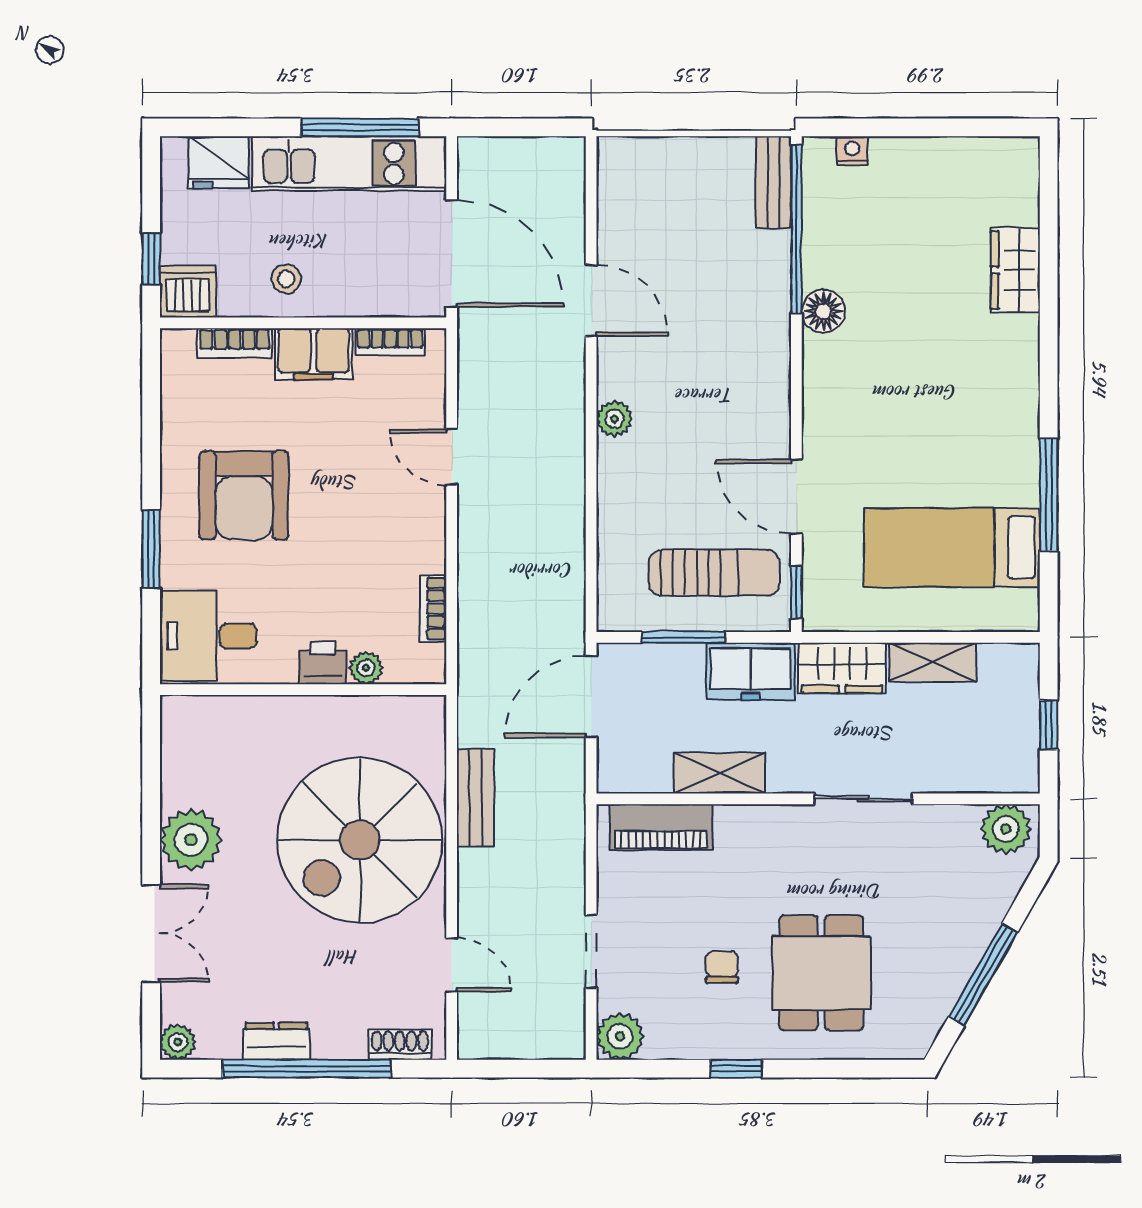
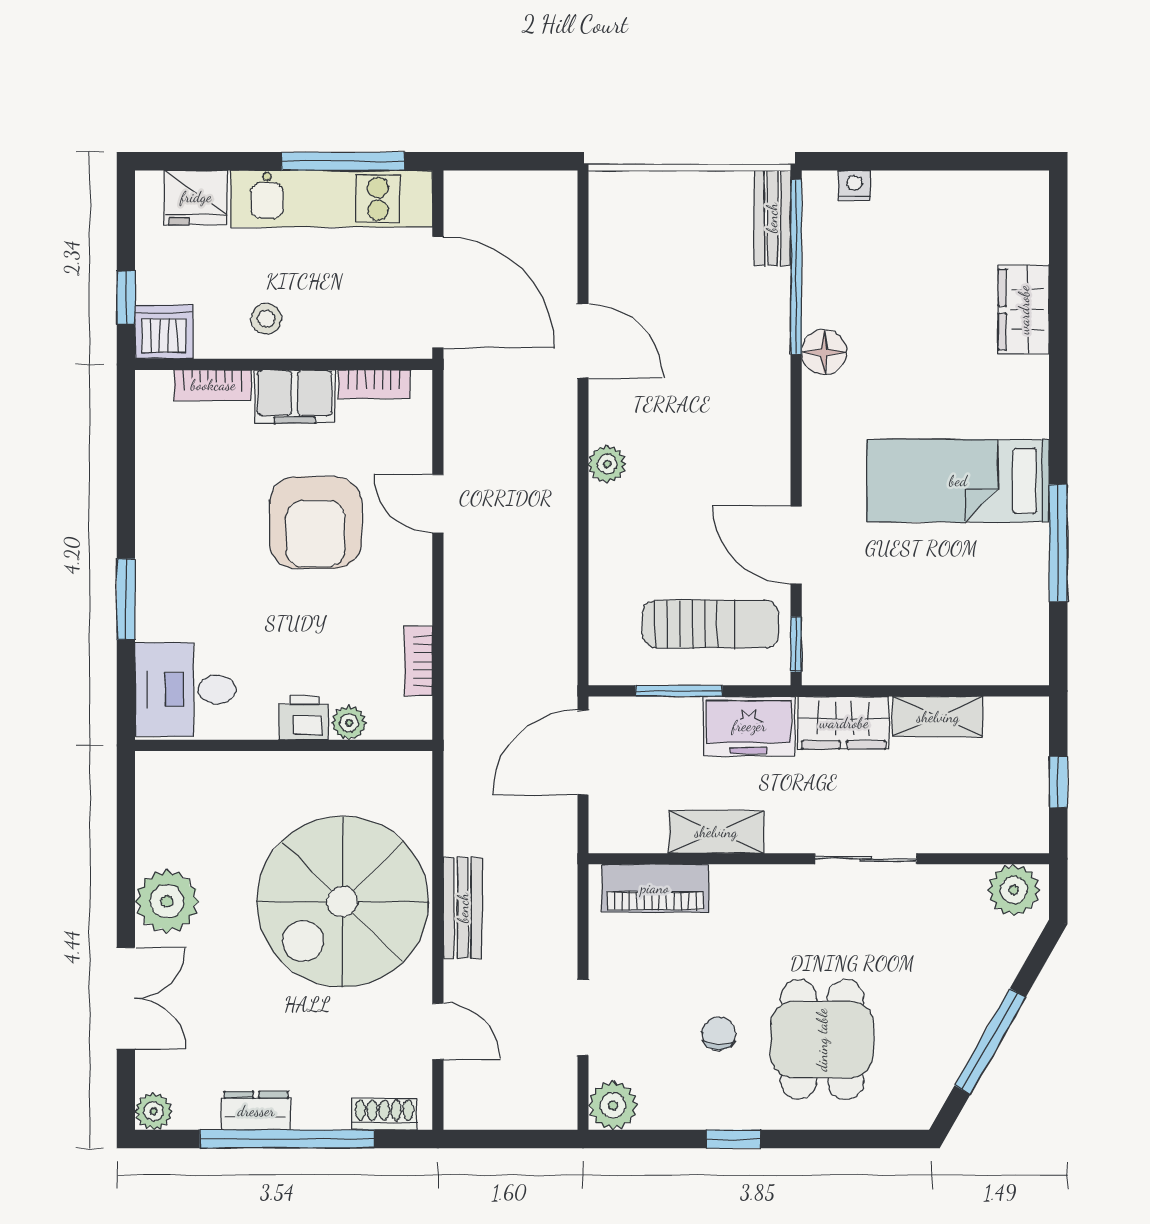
armchair: (244, 495) -> (316, 523), moved
bed: (952, 548) -> (958, 481), moved
bench: (475, 798) -> (463, 908), moved

